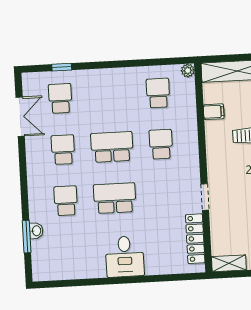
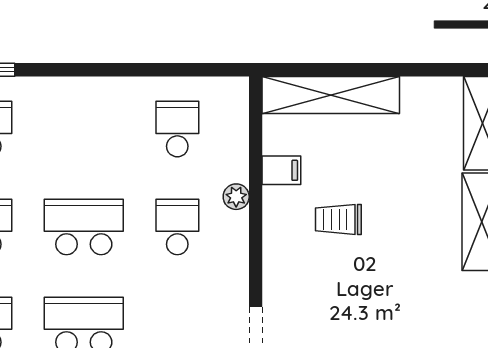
plant: (188, 71) -> (236, 197), moved

